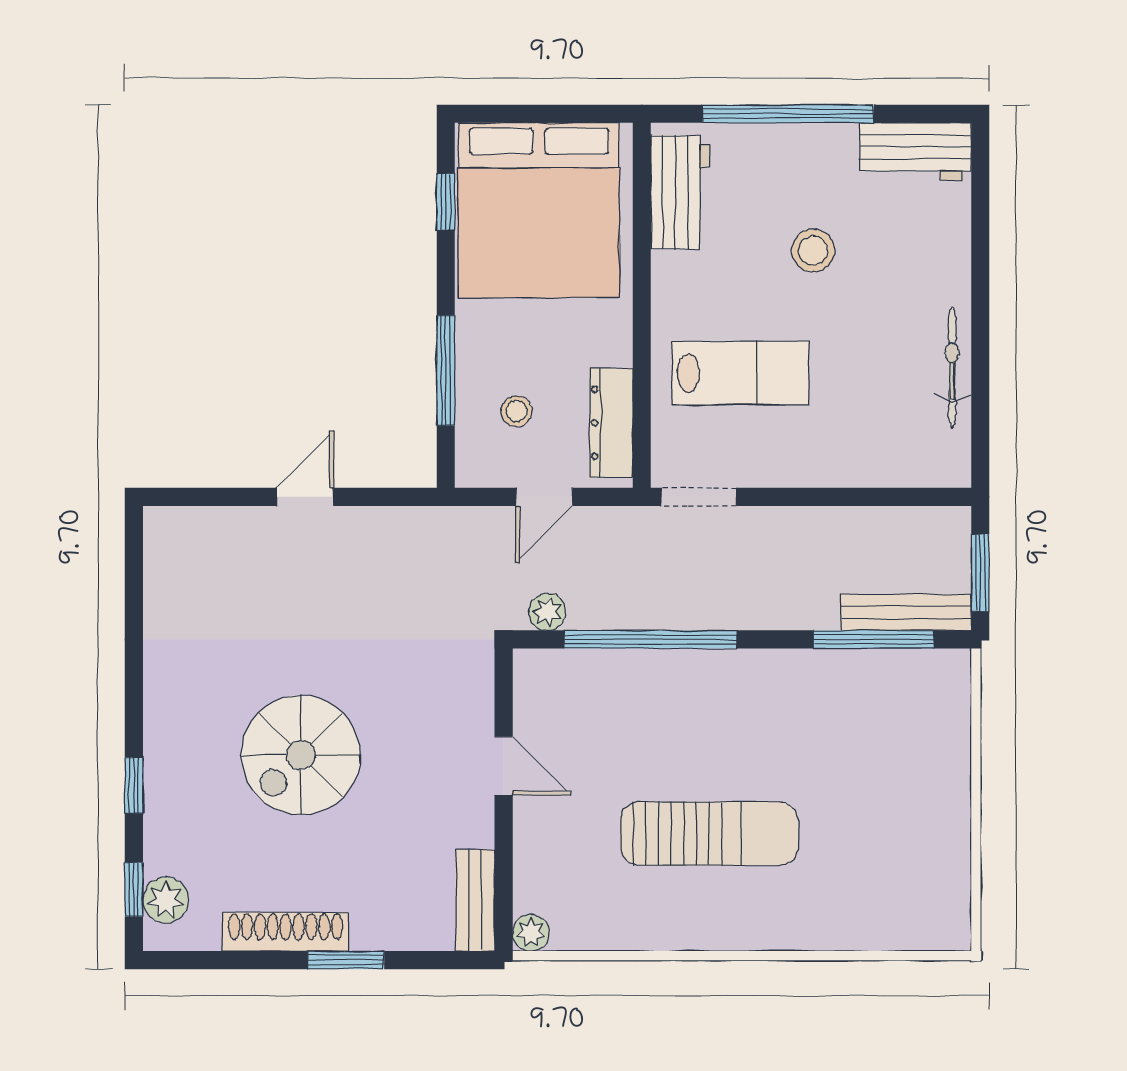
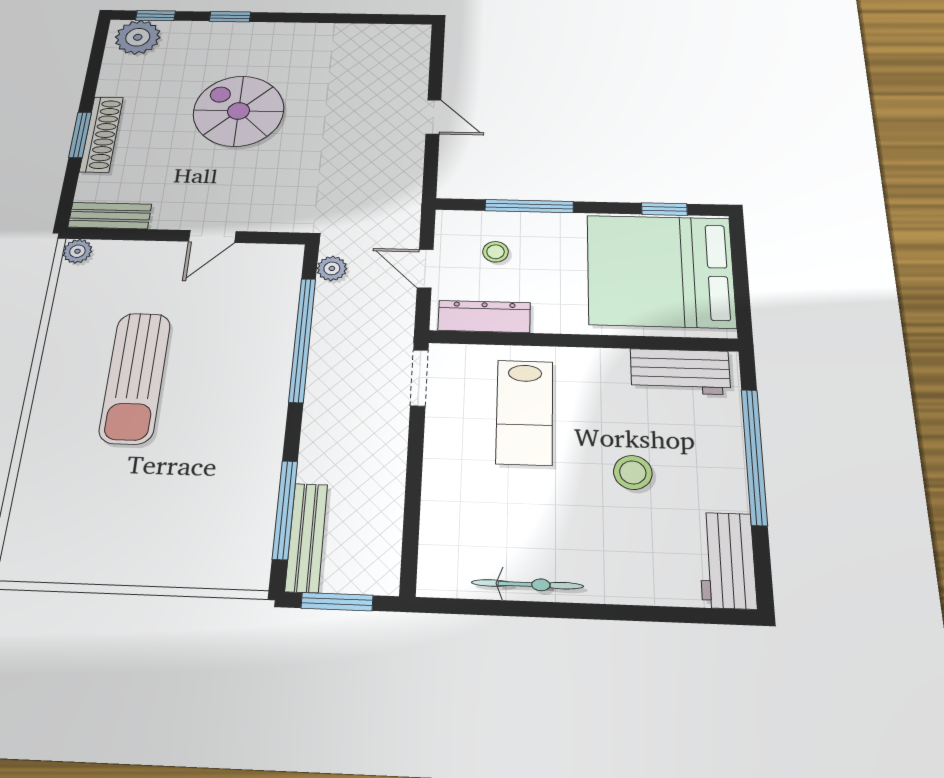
plant: (166, 900) -> (138, 37), width x1.36, depth x1.36
shoe rack: (286, 932) -> (102, 134), moved

